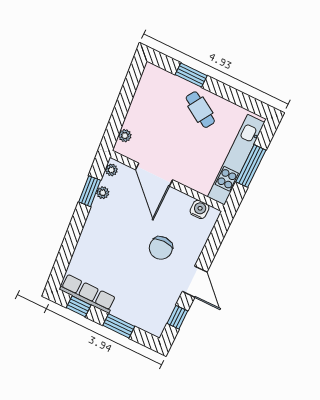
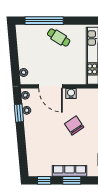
window: (191, 75) -> (44, 21), width x2.11
water cooler: (200, 209) -> (71, 93), moved
chair: (161, 248) -> (74, 125), turned 146
row of seats: (88, 294) -> (69, 171), moved

